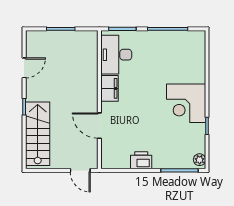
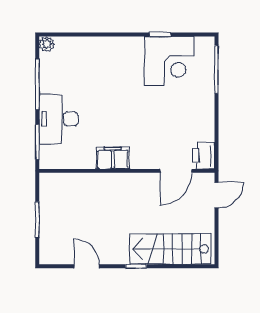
desk: (116, 55) -> (59, 119), moved, turned 90
corner desk: (186, 103) -> (169, 61), moved
door: (99, 126) -> (176, 171), moved
printer: (141, 160) -> (204, 156), moved
plant: (200, 160) -> (47, 44), moved

